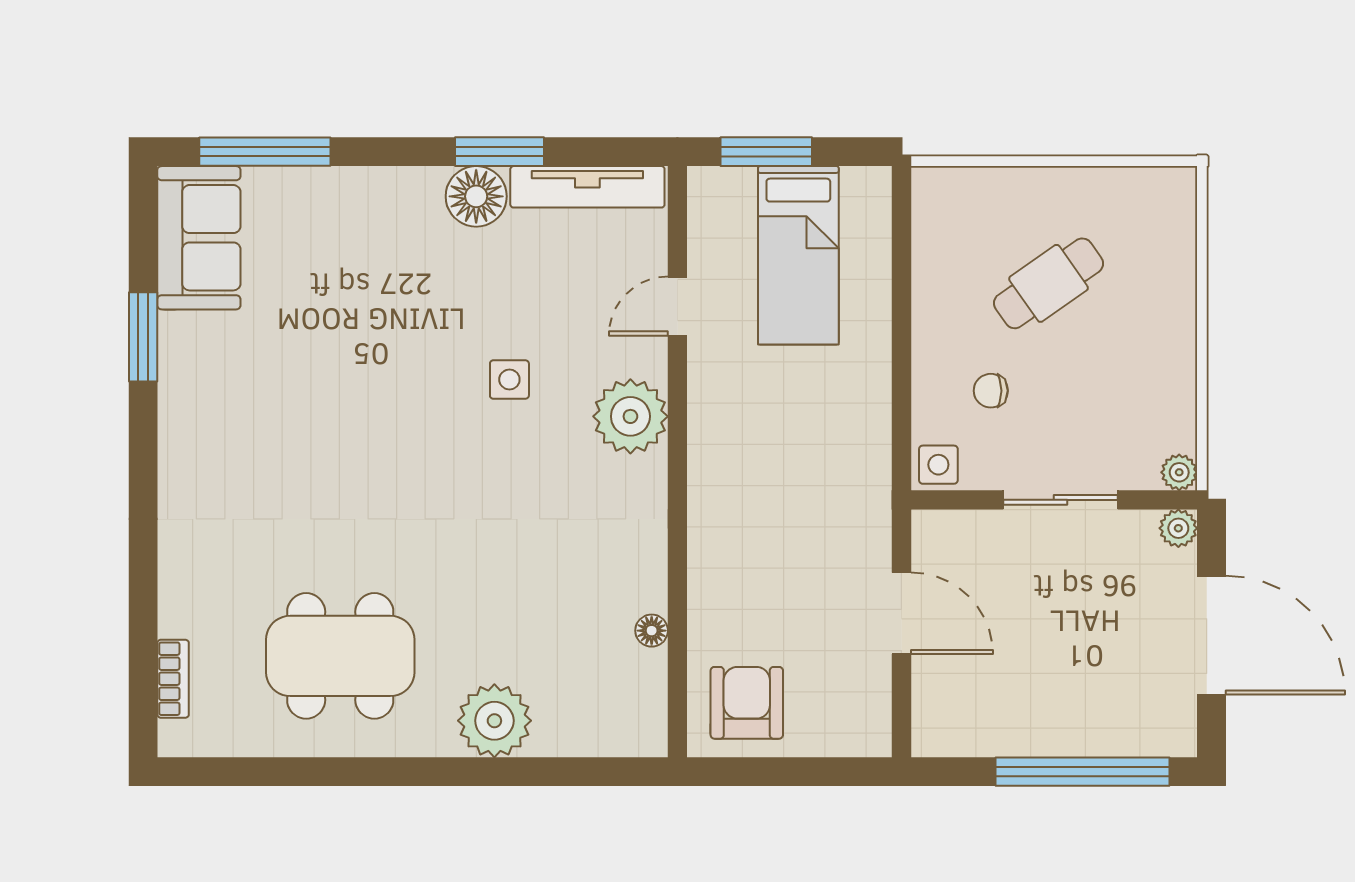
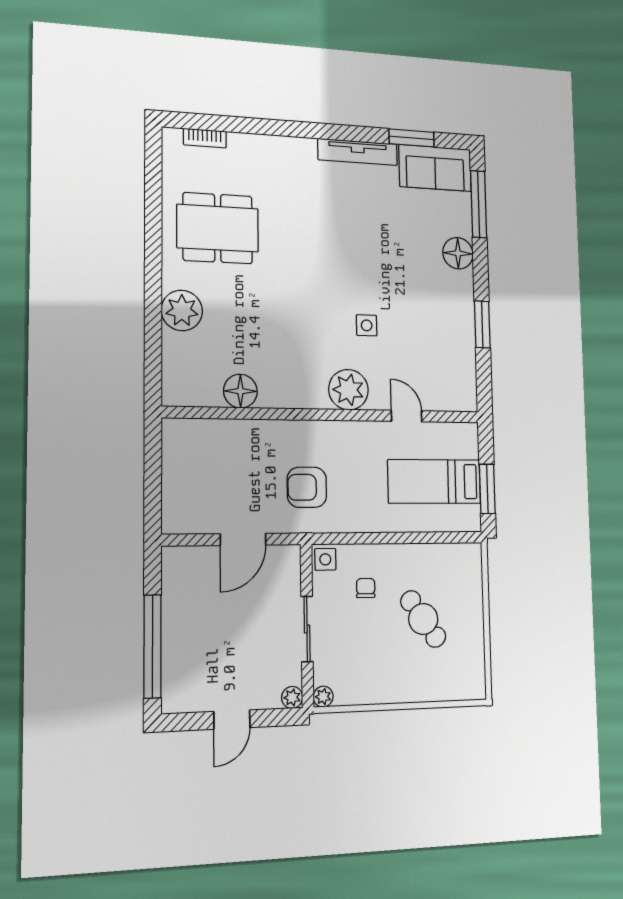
window: (766, 152) -> (487, 489), moved
tv unit: (587, 187) -> (358, 152), moved, turned -90
floor lamp: (476, 196) -> (458, 253), moved
window: (143, 337) -> (412, 138), moved
floor lamp: (652, 631) -> (240, 391), width x1.89, depth x1.89
door: (1211, 635) -> (232, 720), width x0.53
dining table: (340, 656) -> (218, 228), turned 90
armchair: (747, 703) -> (307, 487), moved, turned 180

